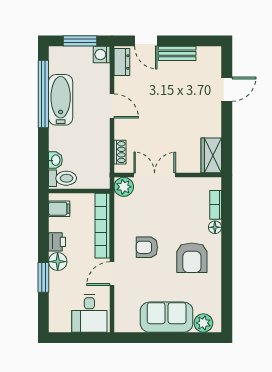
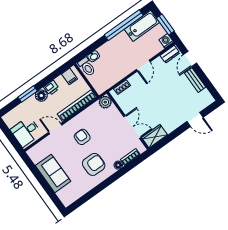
bathtub: (61, 100) -> (142, 26), moved
double door: (155, 175) -> (132, 127), moved
armchair: (192, 258) -> (94, 164), turned 180
plant: (203, 323) -> (64, 195), removed

